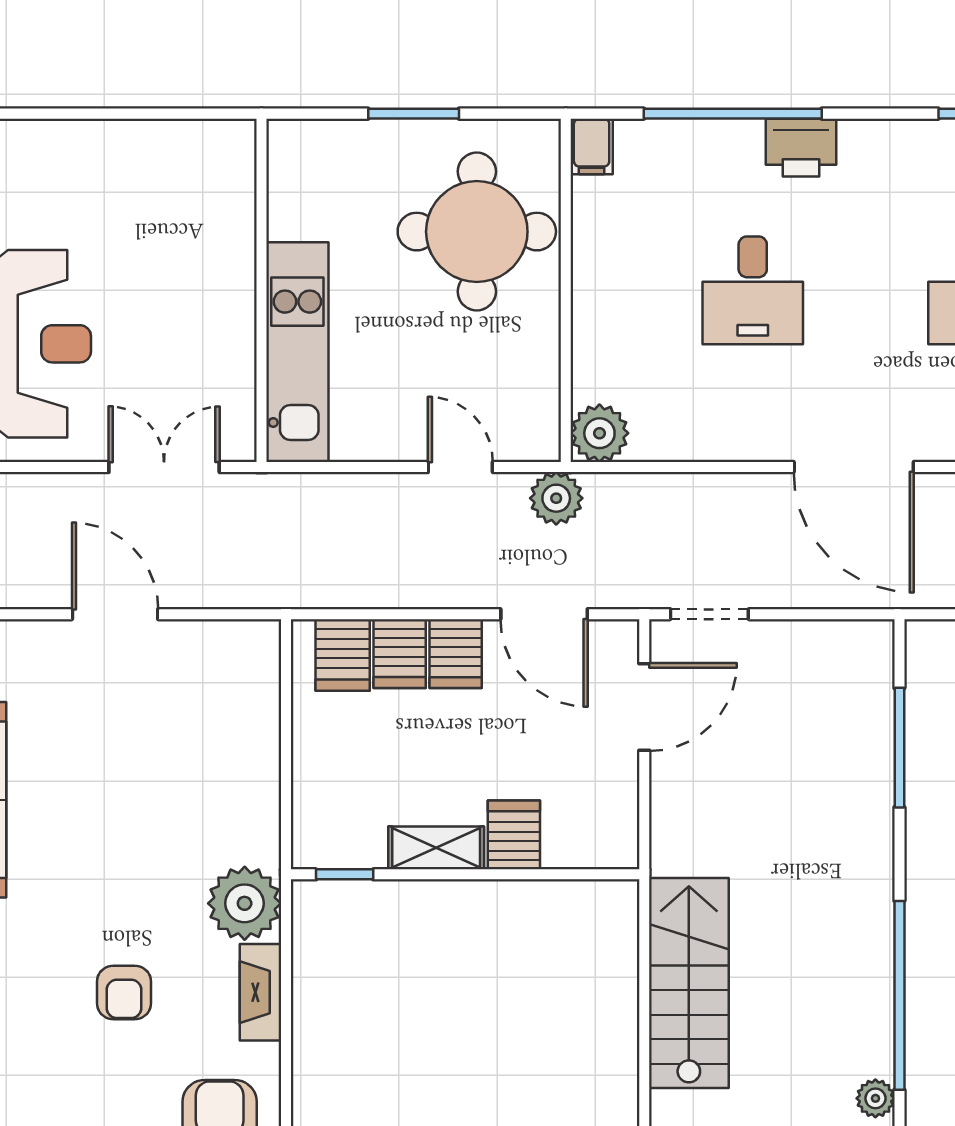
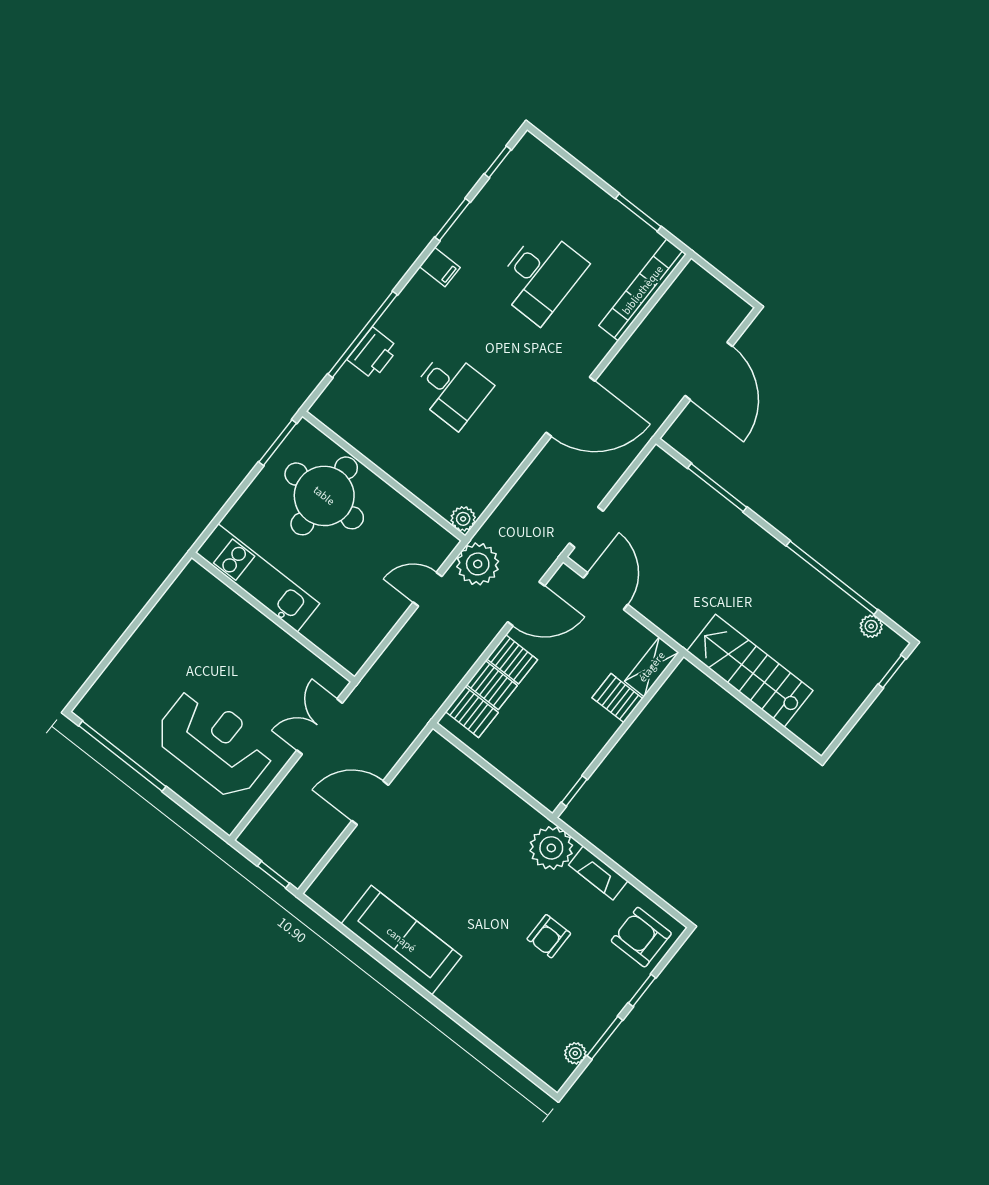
window: (414, 114) -> (278, 443), moved
filing cabinet: (592, 146) -> (440, 267), moved
printer: (801, 148) -> (373, 354), moved
kitchen unit: (297, 352) -> (258, 578), moved
plant: (599, 433) -> (463, 519), width x0.73, depth x0.73
plant: (556, 498) -> (478, 564), width x1.36, depth x1.36
shelving: (436, 848) -> (652, 667), moved
armchair: (124, 992) -> (549, 936), turned 90

